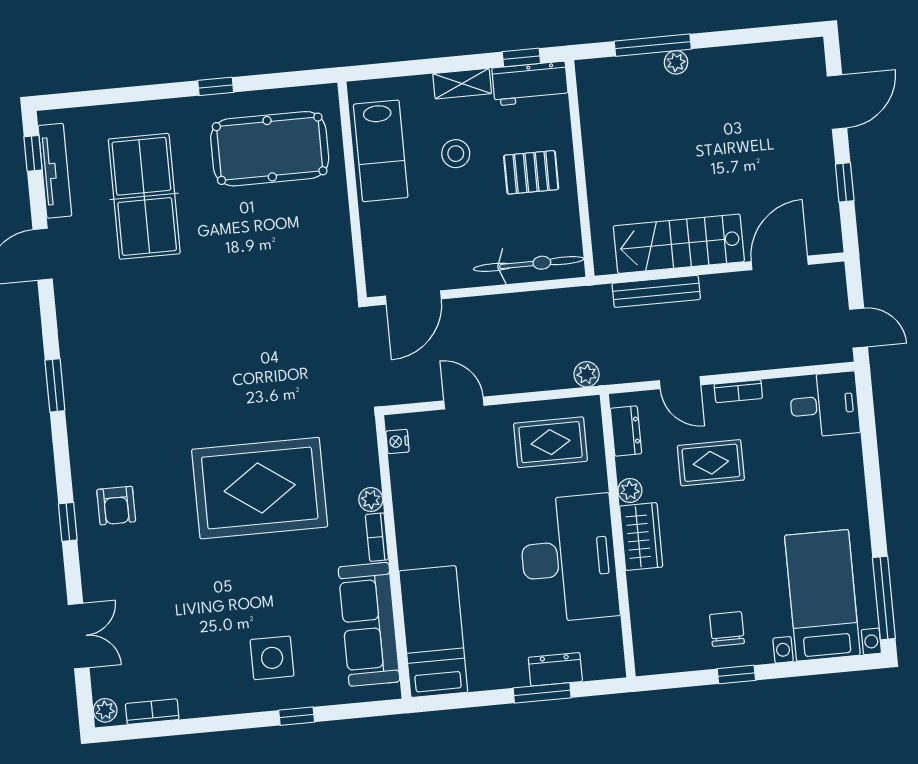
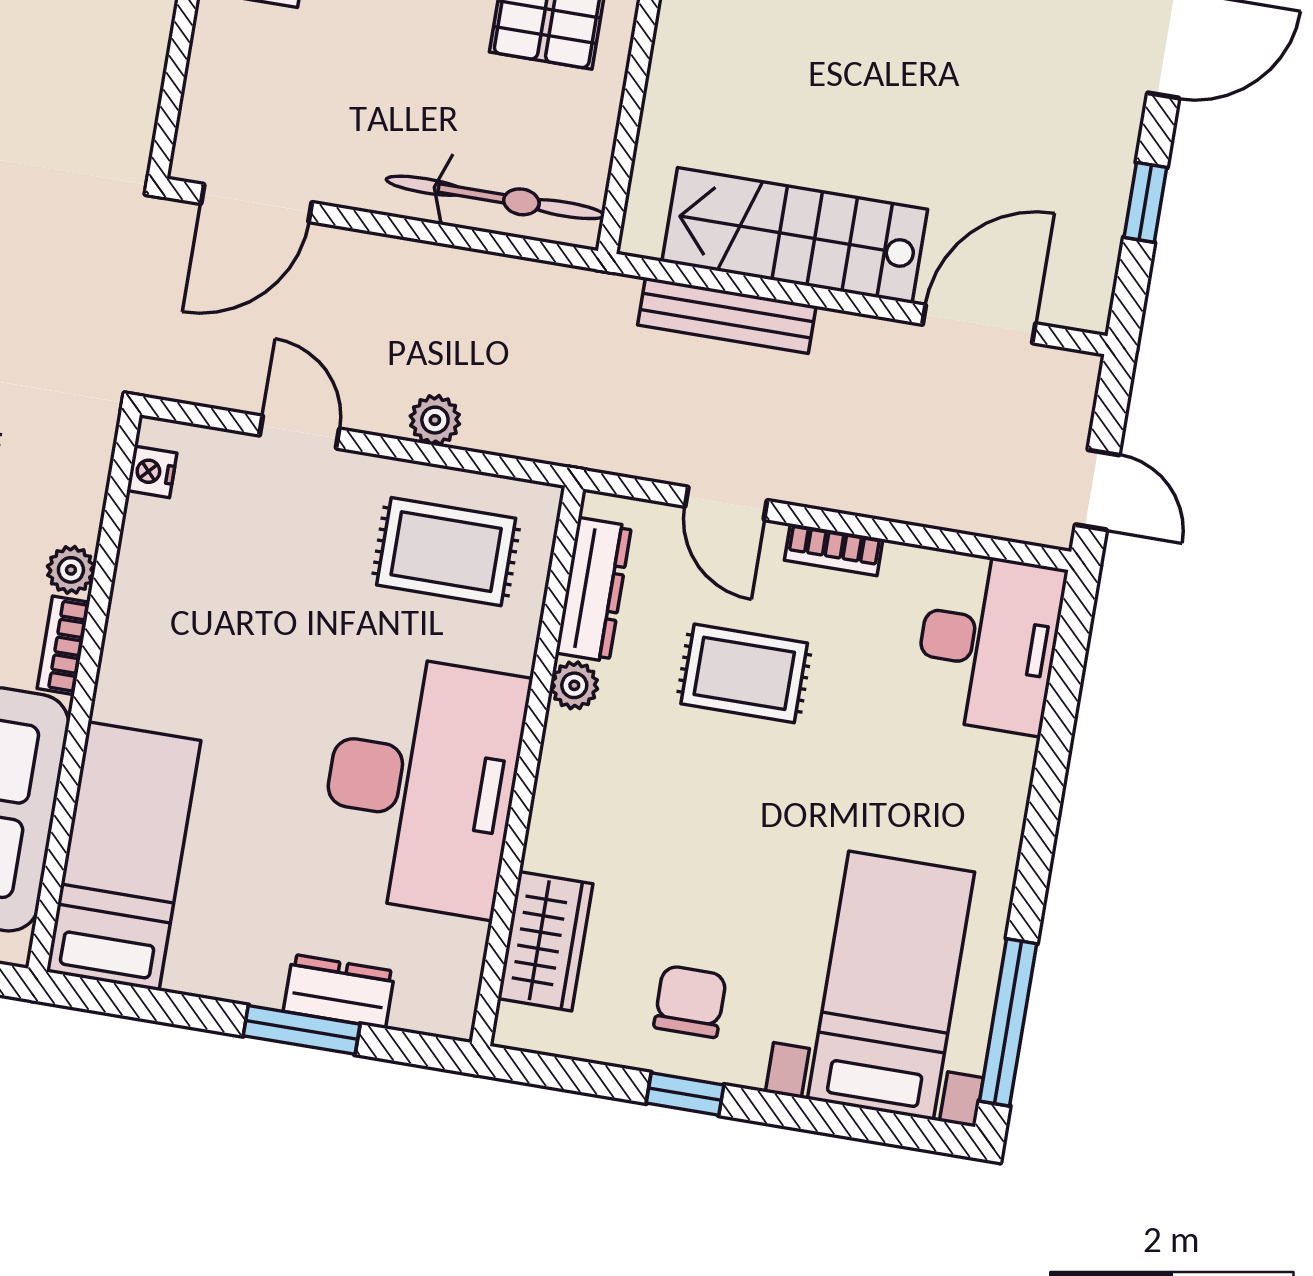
plant: (587, 374) -> (435, 420), moved
desk: (824, 405) -> (989, 643), width x1.37
dresser: (626, 431) -> (594, 590), width x1.44
wardrobe: (641, 536) -> (545, 941), moved

